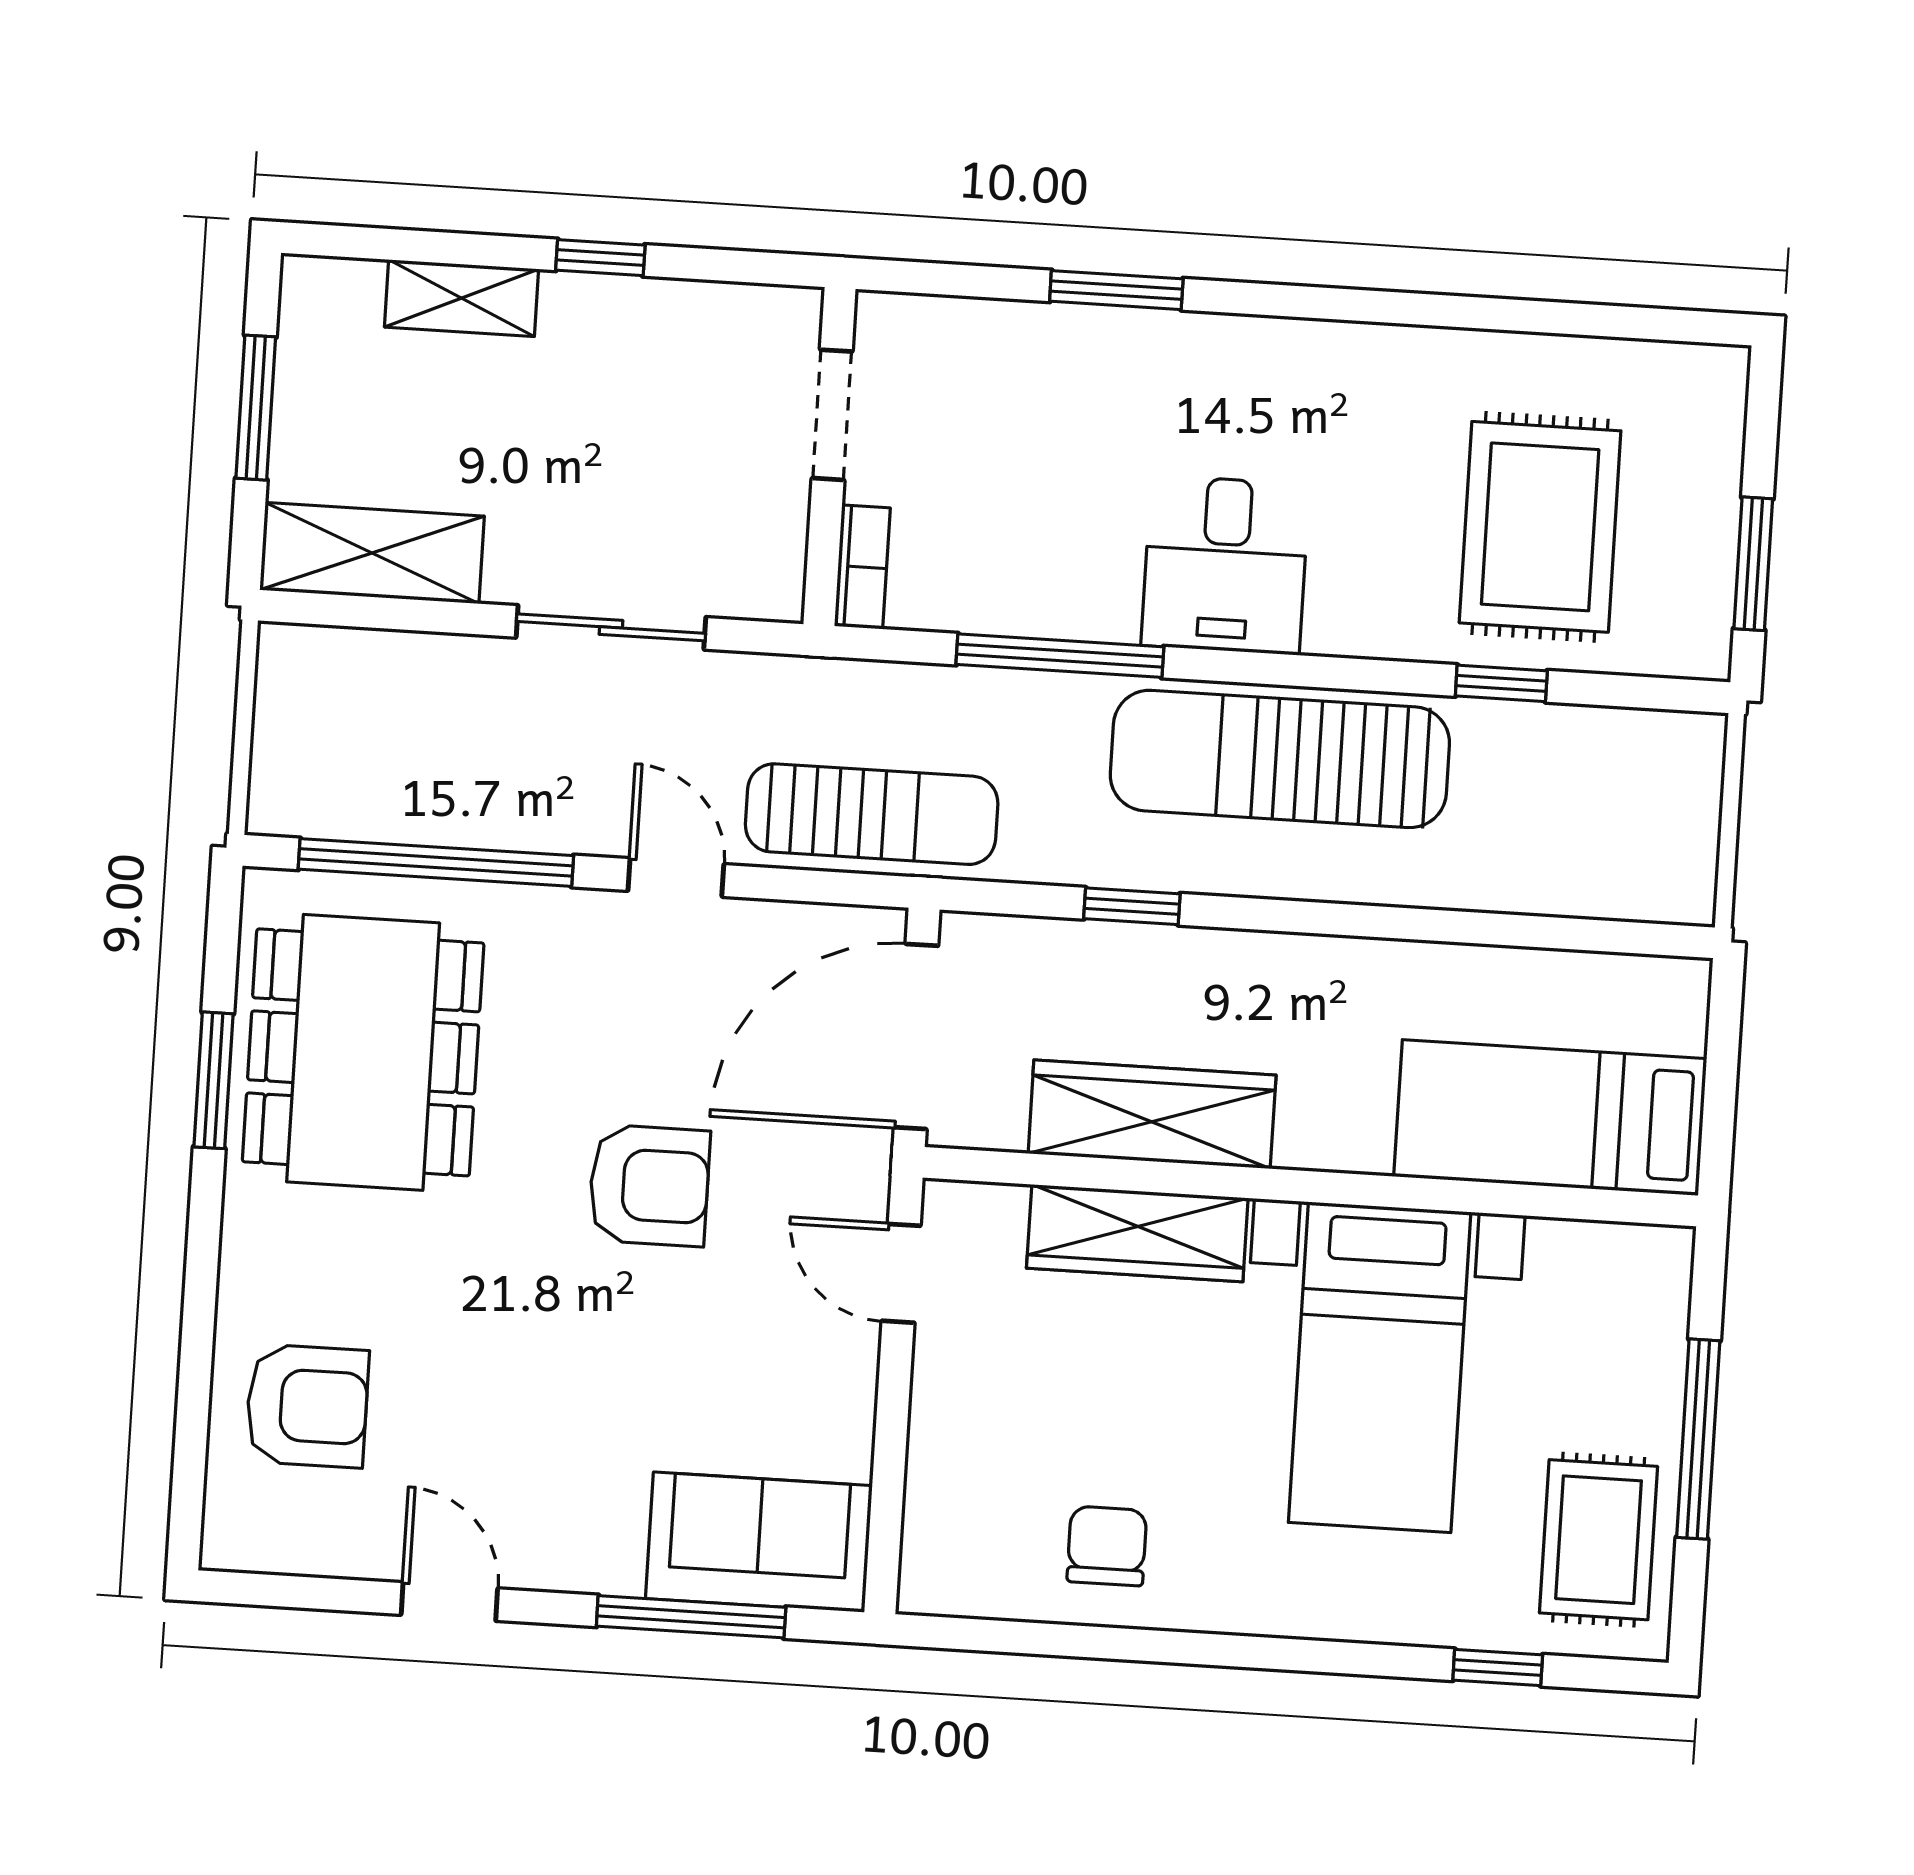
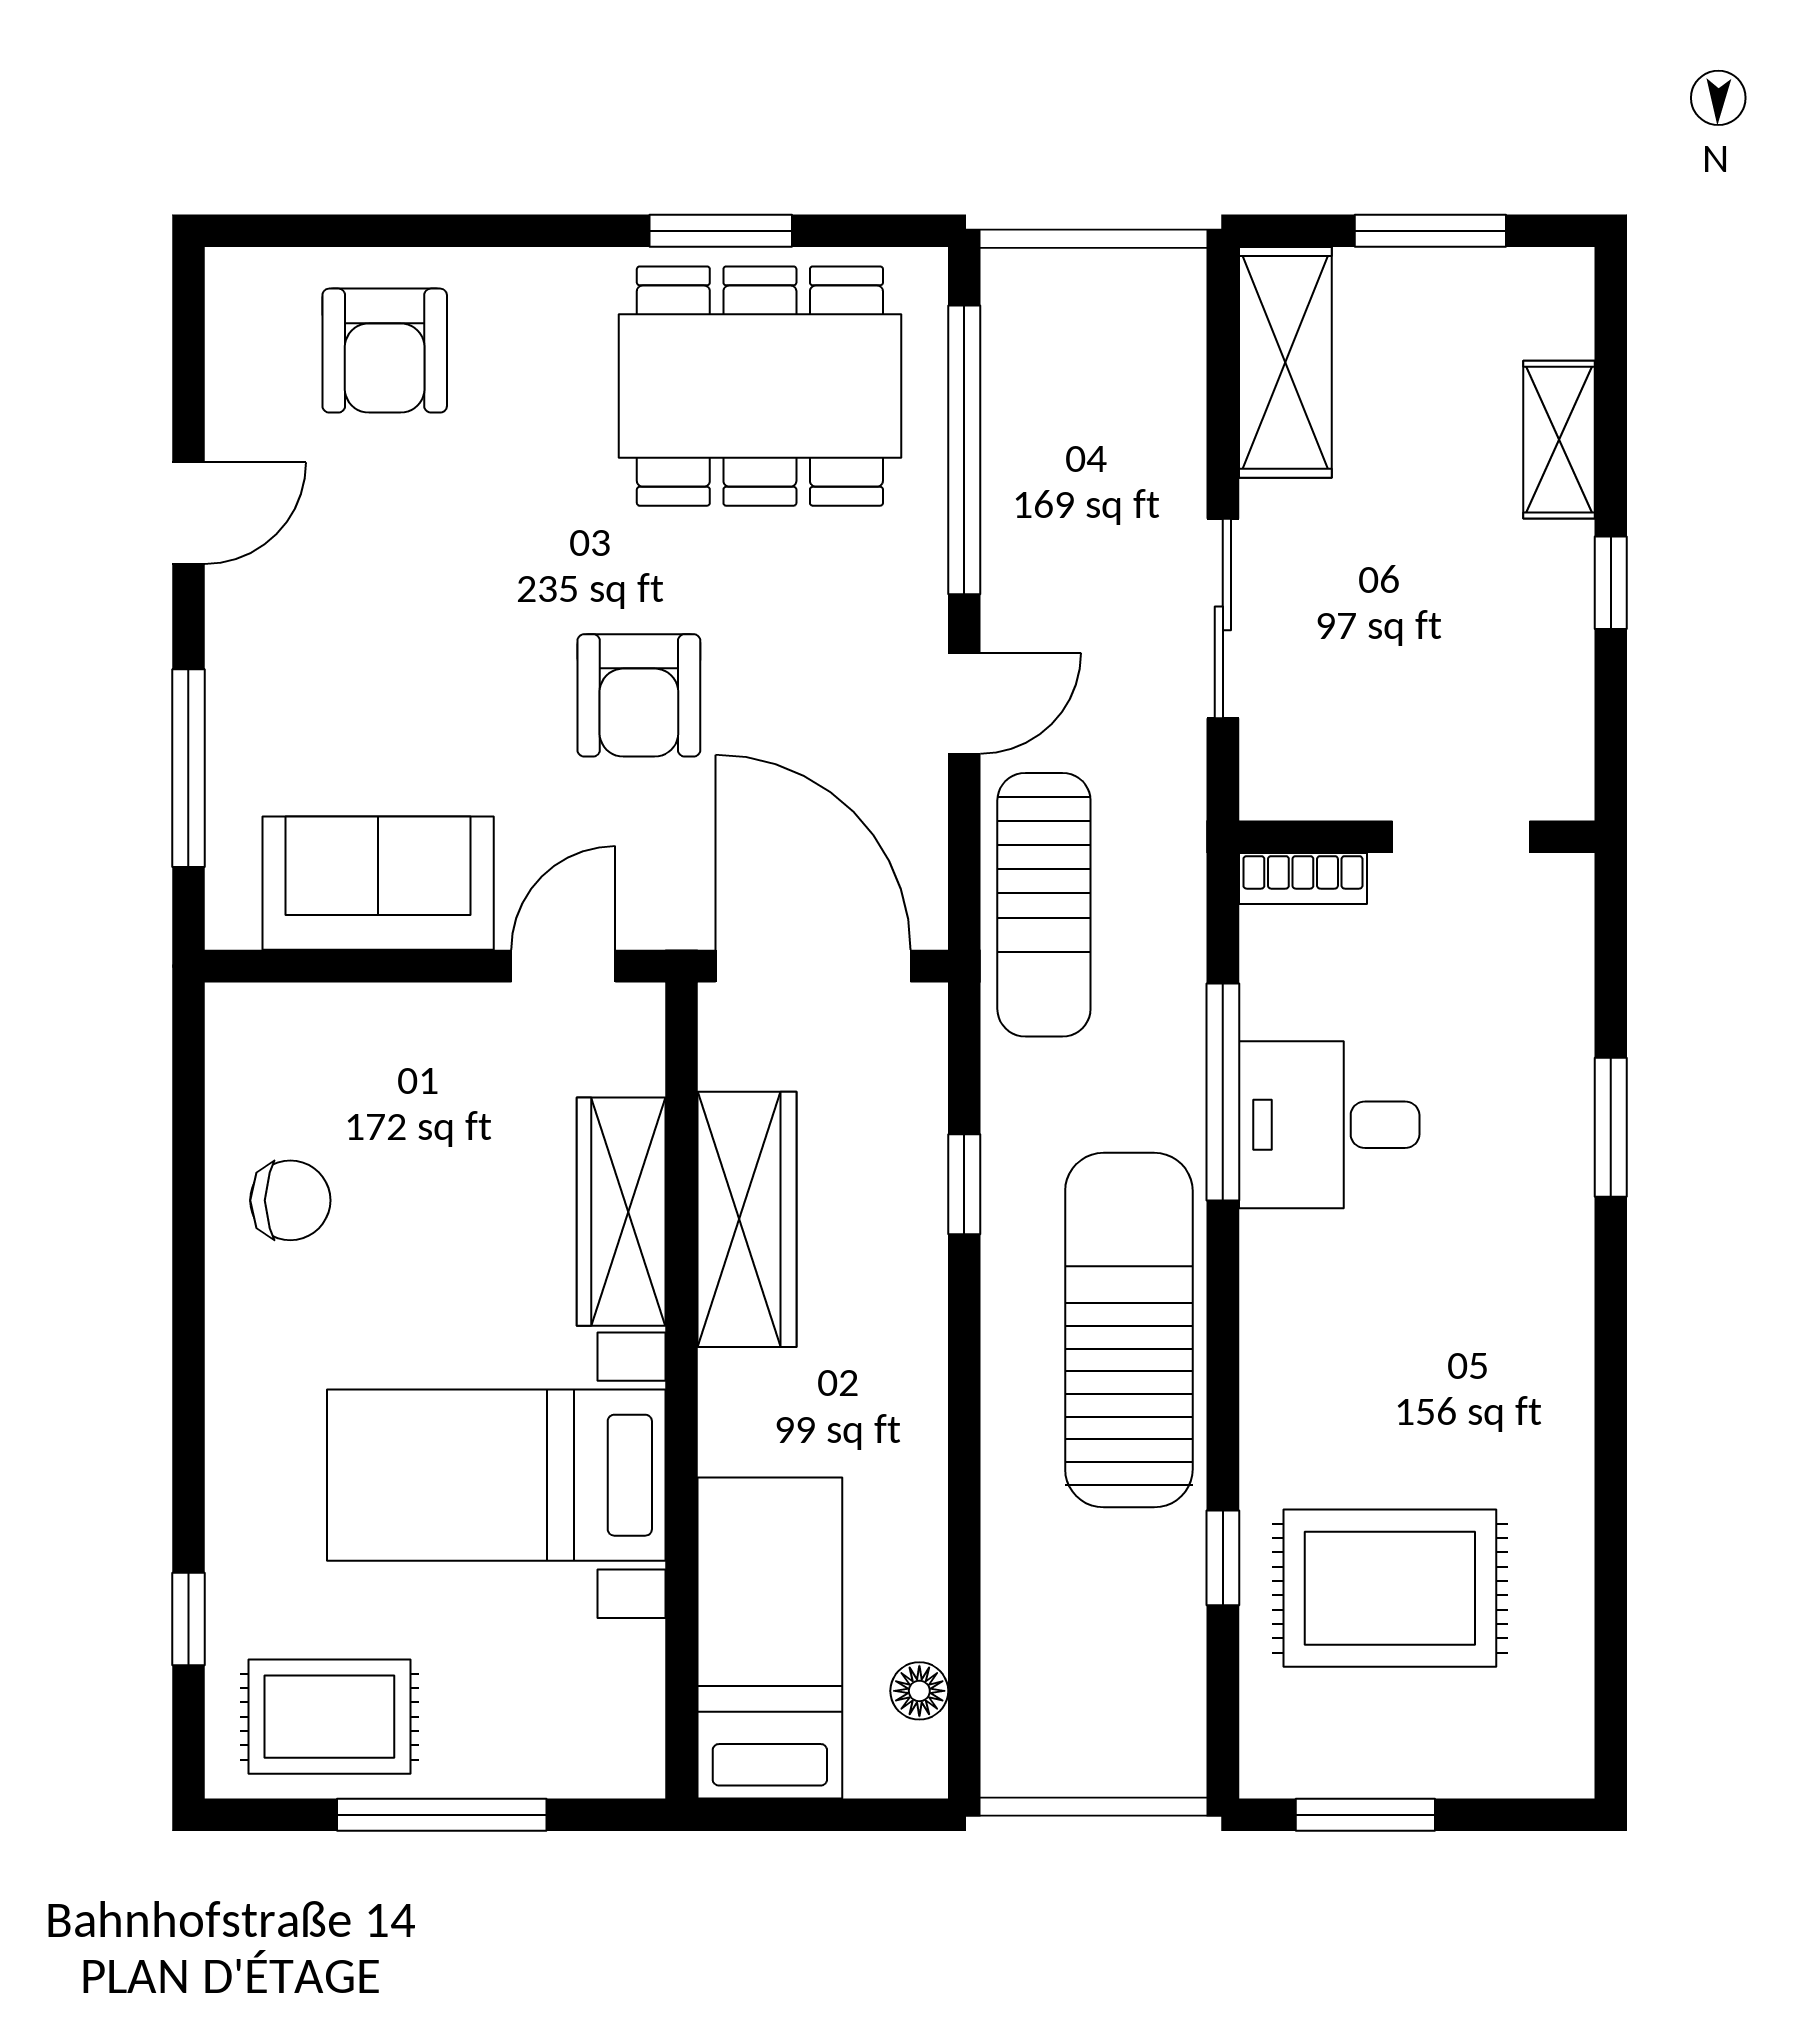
desk: (1225, 565) -> (1329, 1125), moved
floor lamp: (1609, 979) -> (919, 1691), added
sofa: (759, 1542) -> (378, 883), moved, turned -90

